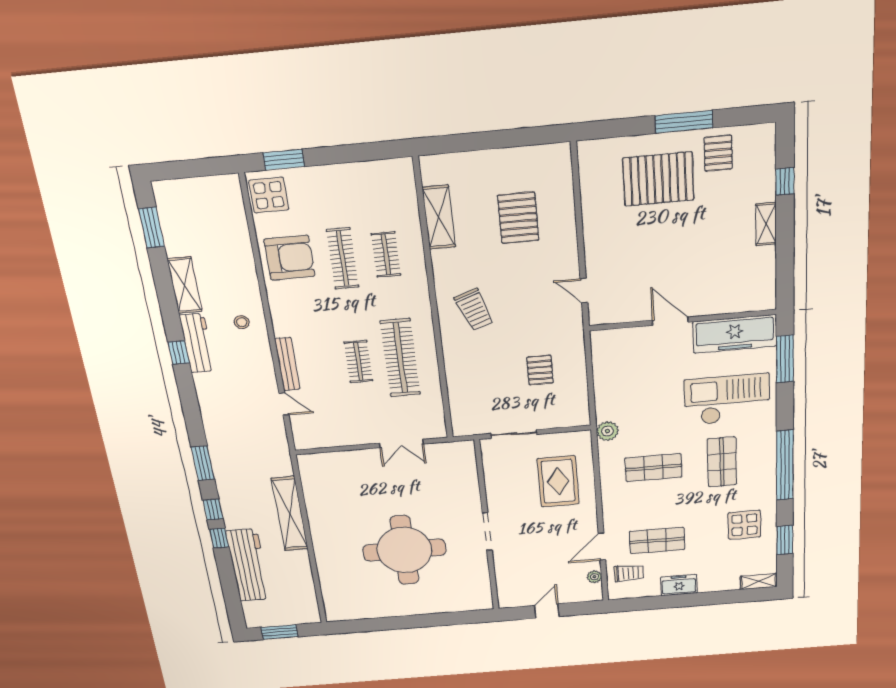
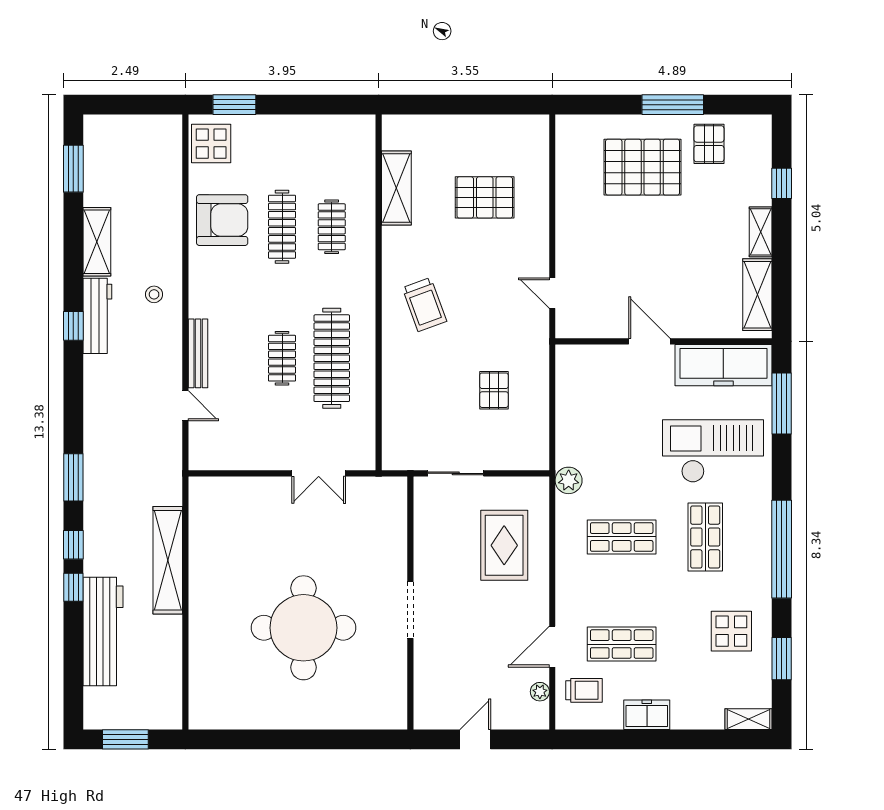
pallet: (518, 218) -> (485, 197), turned 90
shelving: (764, 276) -> (757, 295), added

